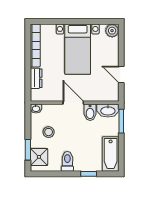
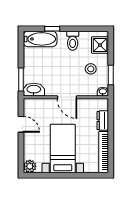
bidet: (90, 112) -> (51, 88), removed
window: (28, 150) -> (111, 75), moved
bathtub: (111, 154) -> (40, 39), moved, turned 90

